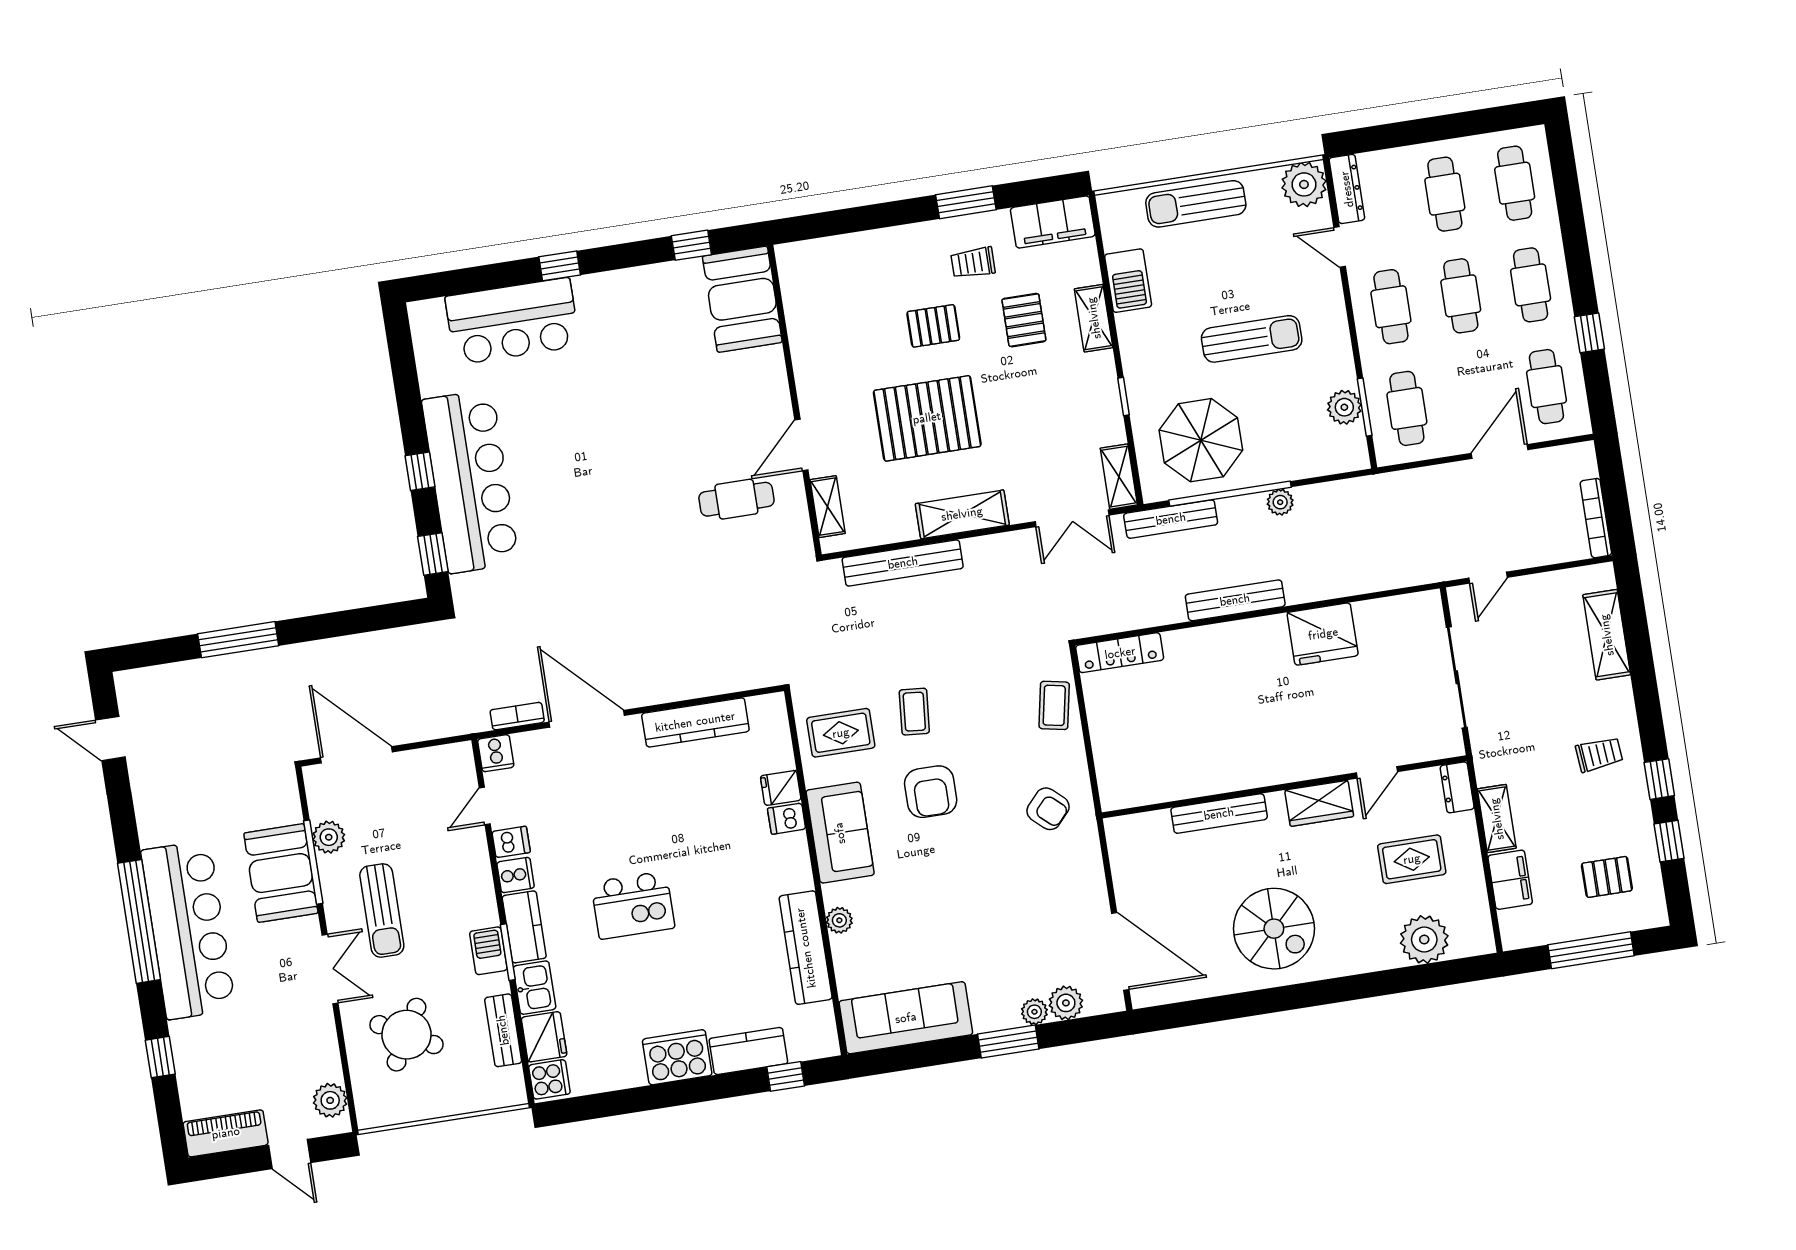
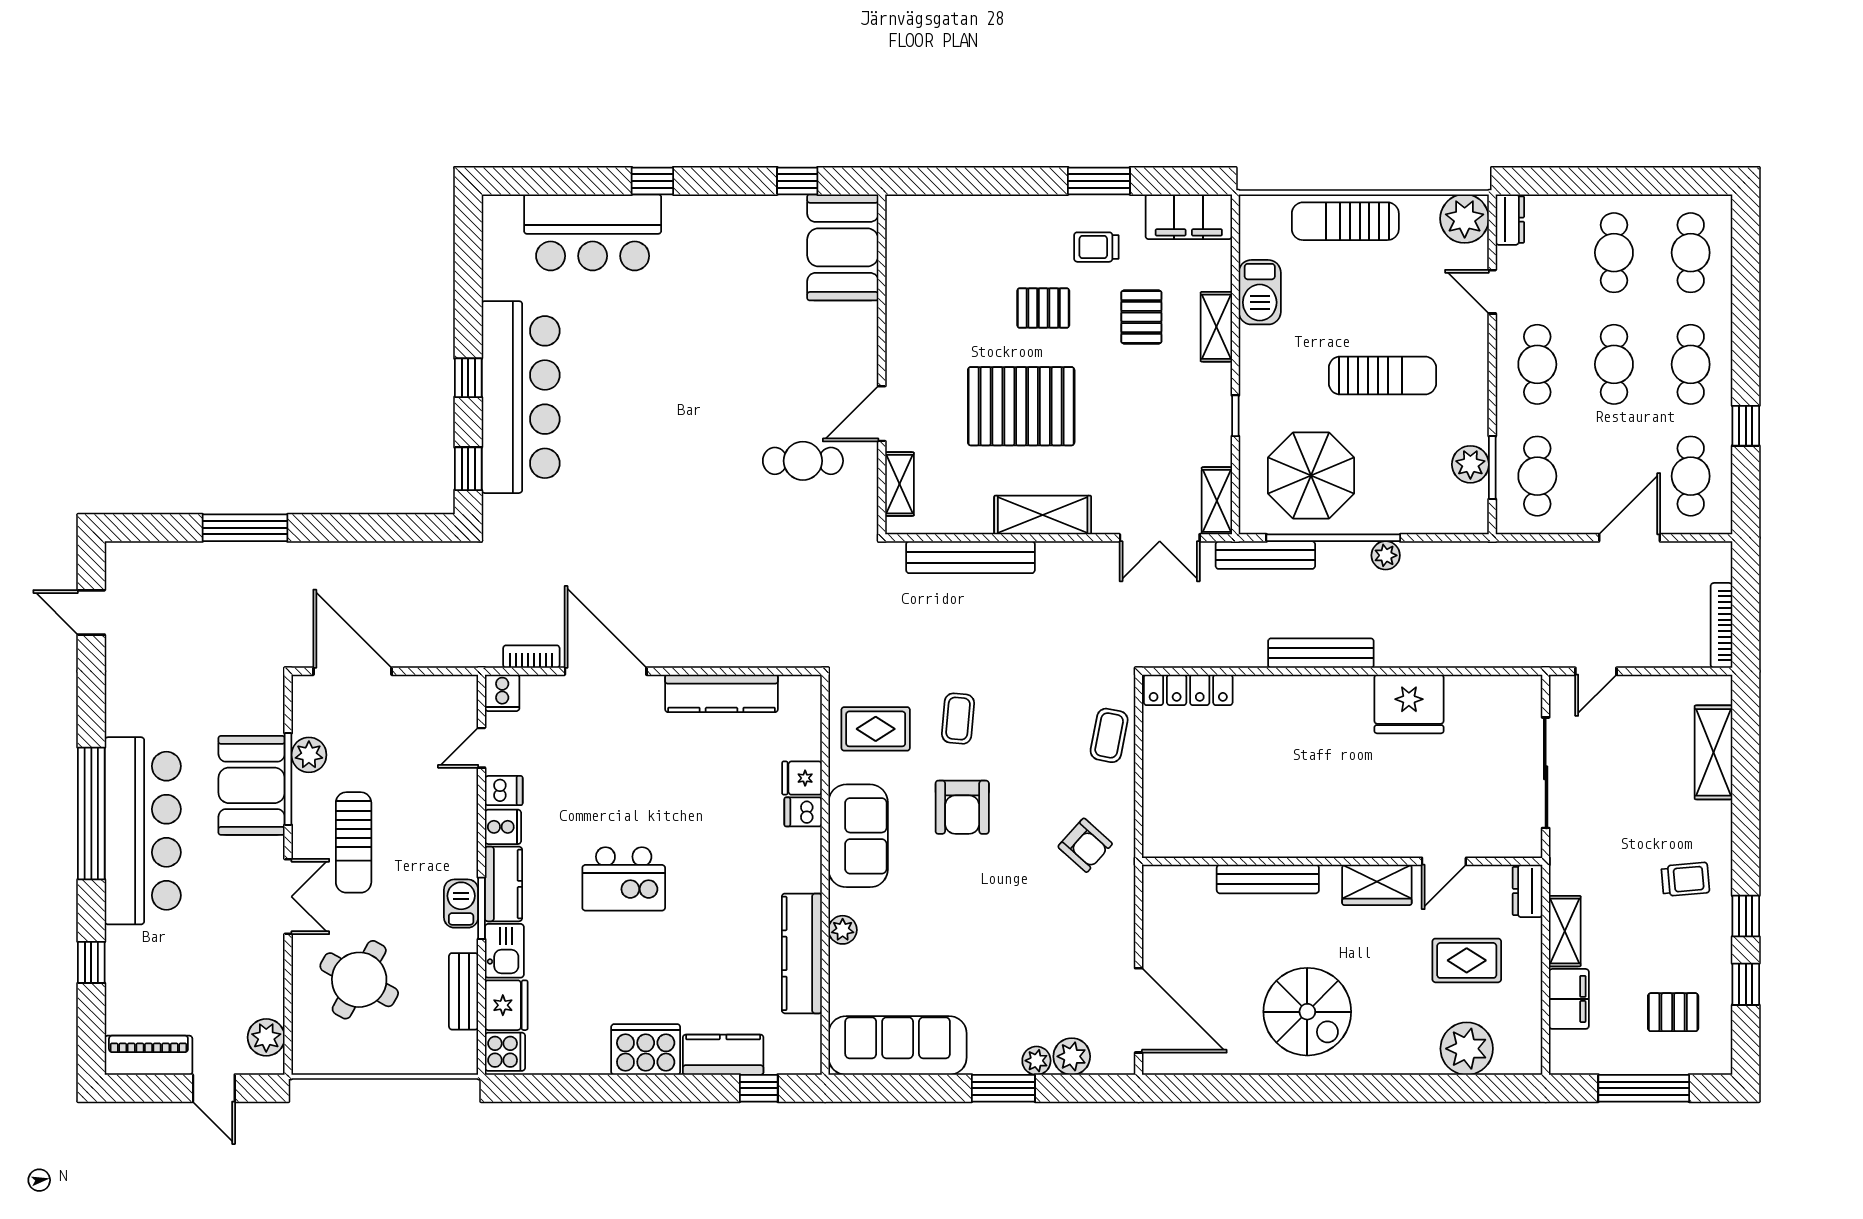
dresser: (1347, 189) -> (1510, 220), width x0.70

